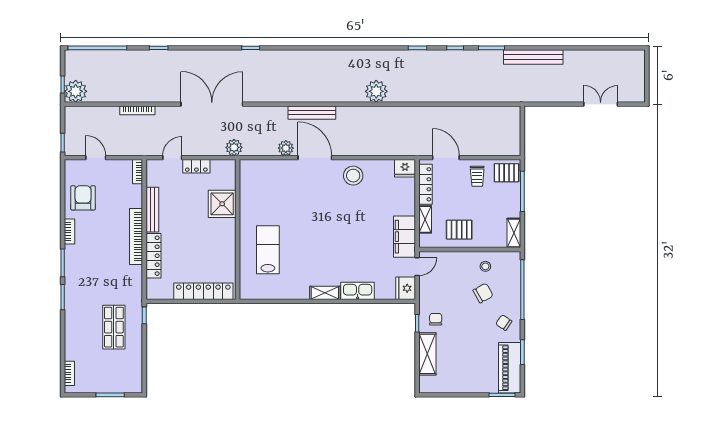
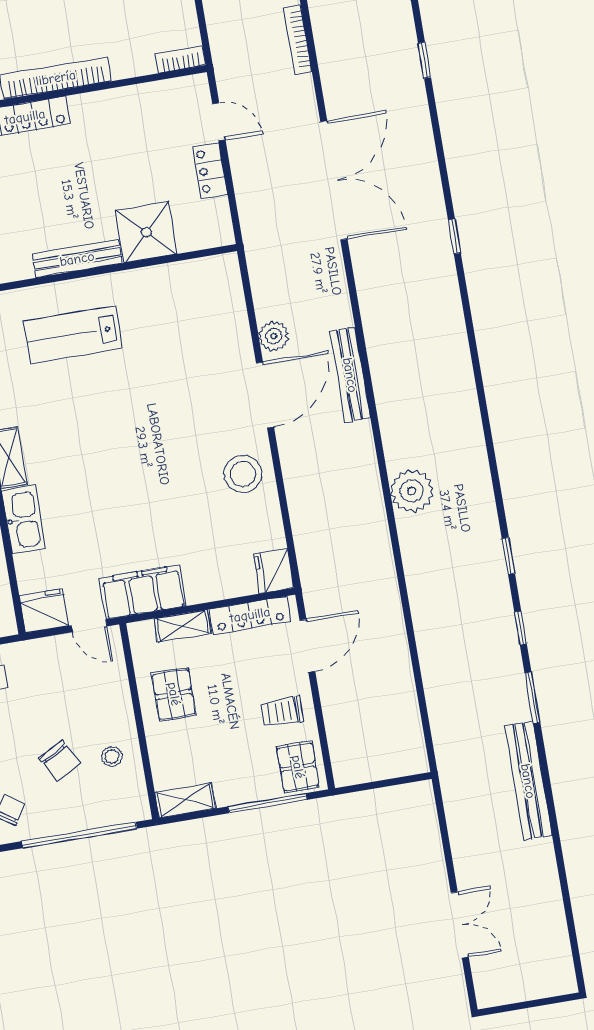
plant: (234, 147) -> (258, 237), removed
bench: (152, 210) -> (77, 259), moved
lab bench: (268, 250) -> (73, 335), turned 180

